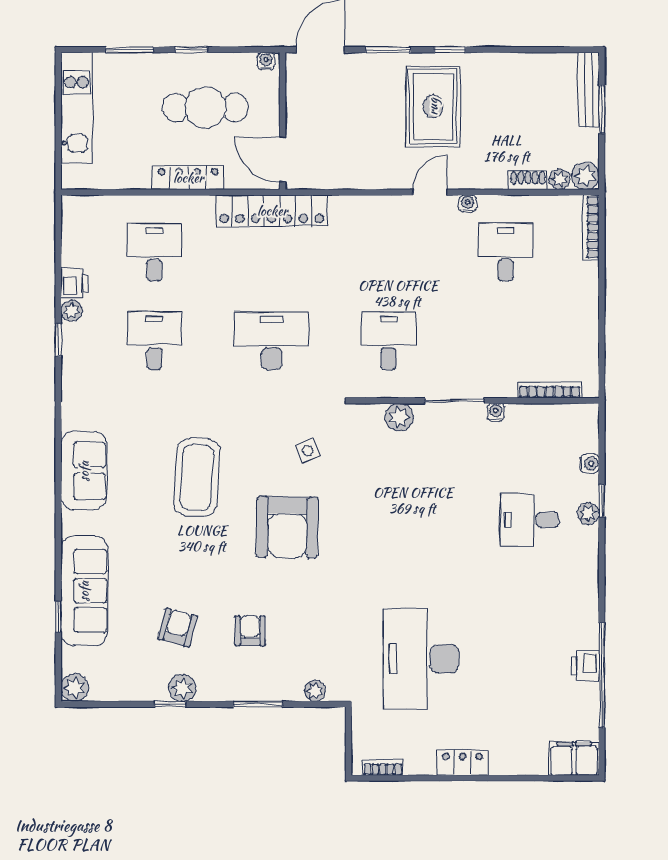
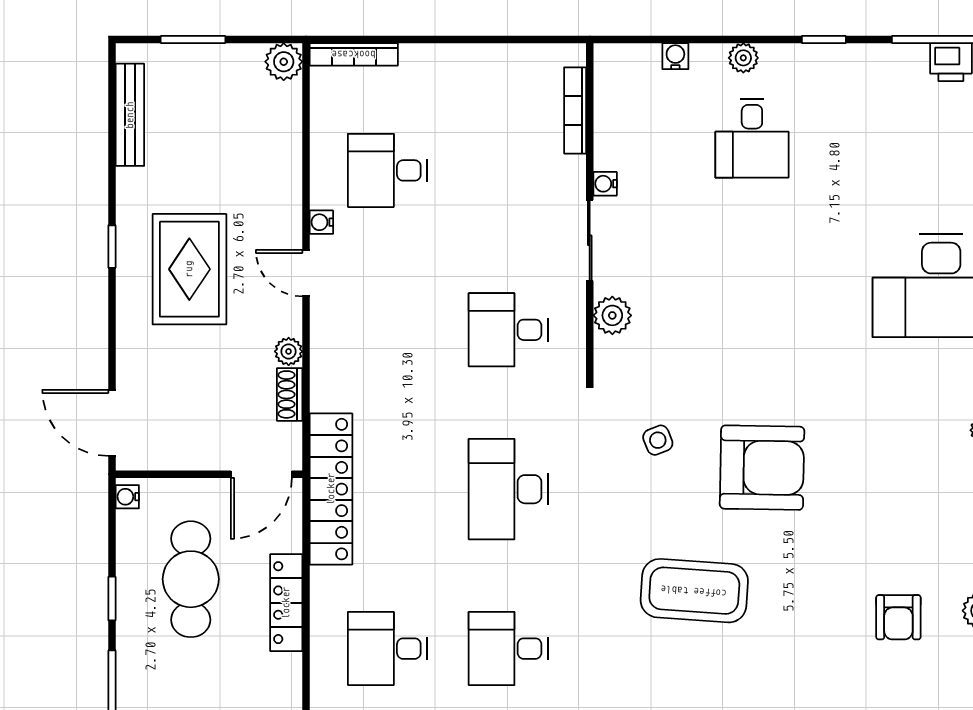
window: (388, 50) -> (112, 331), removed
bench: (589, 90) -> (130, 115), moved, turned 90
rug: (433, 107) -> (189, 269), turned 90
plant: (560, 179) -> (289, 351), moved
shoe rack: (528, 180) -> (290, 394), moved
window: (602, 501) -> (824, 39), moved
armchair: (177, 627) -> (898, 617), turned -105
armchair: (250, 631) -> (903, 518), removed

